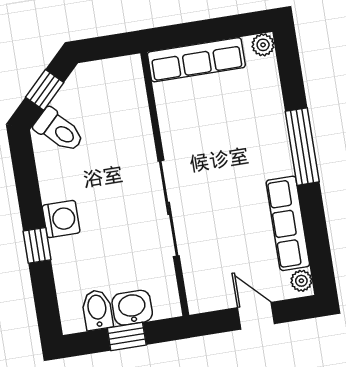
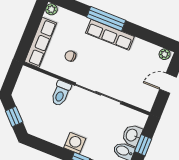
chair: (203, 124) -> (70, 56), added
toilet: (59, 130) -> (61, 93), moved, turned 135
row of seats: (288, 223) -> (110, 35), moved

